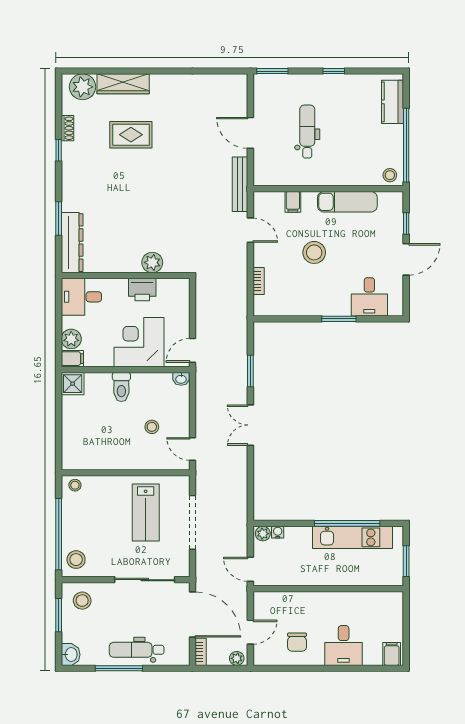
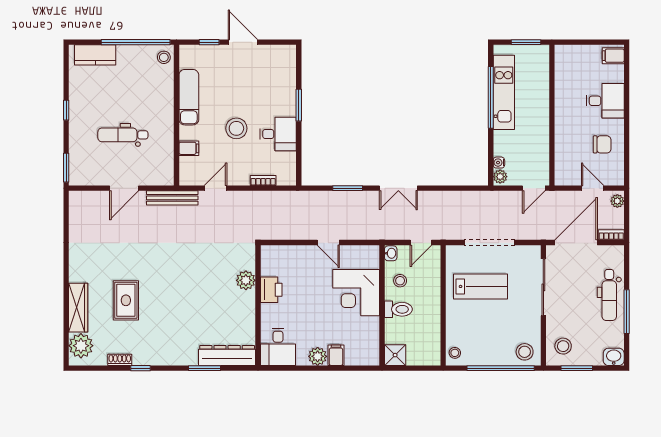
desk: (369, 297) -> (278, 134), moved
corner desk: (139, 342) -> (356, 293), moved
wall: (126, 370) -> (382, 305), moved
washbasin: (181, 379) -> (391, 253), moved
shower: (73, 384) -> (395, 355), moved
toilet: (121, 387) -> (398, 309), moved

